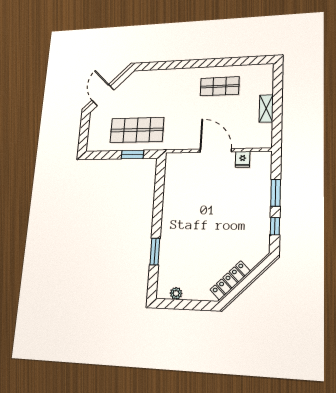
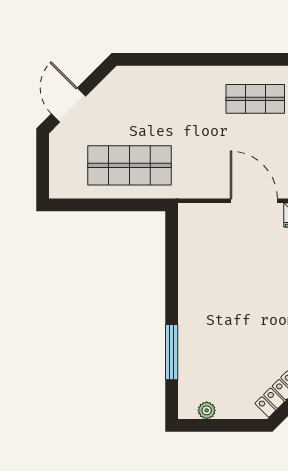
window: (132, 155) -> (126, 205), removed
window: (155, 251) -> (172, 352), width x1.44

